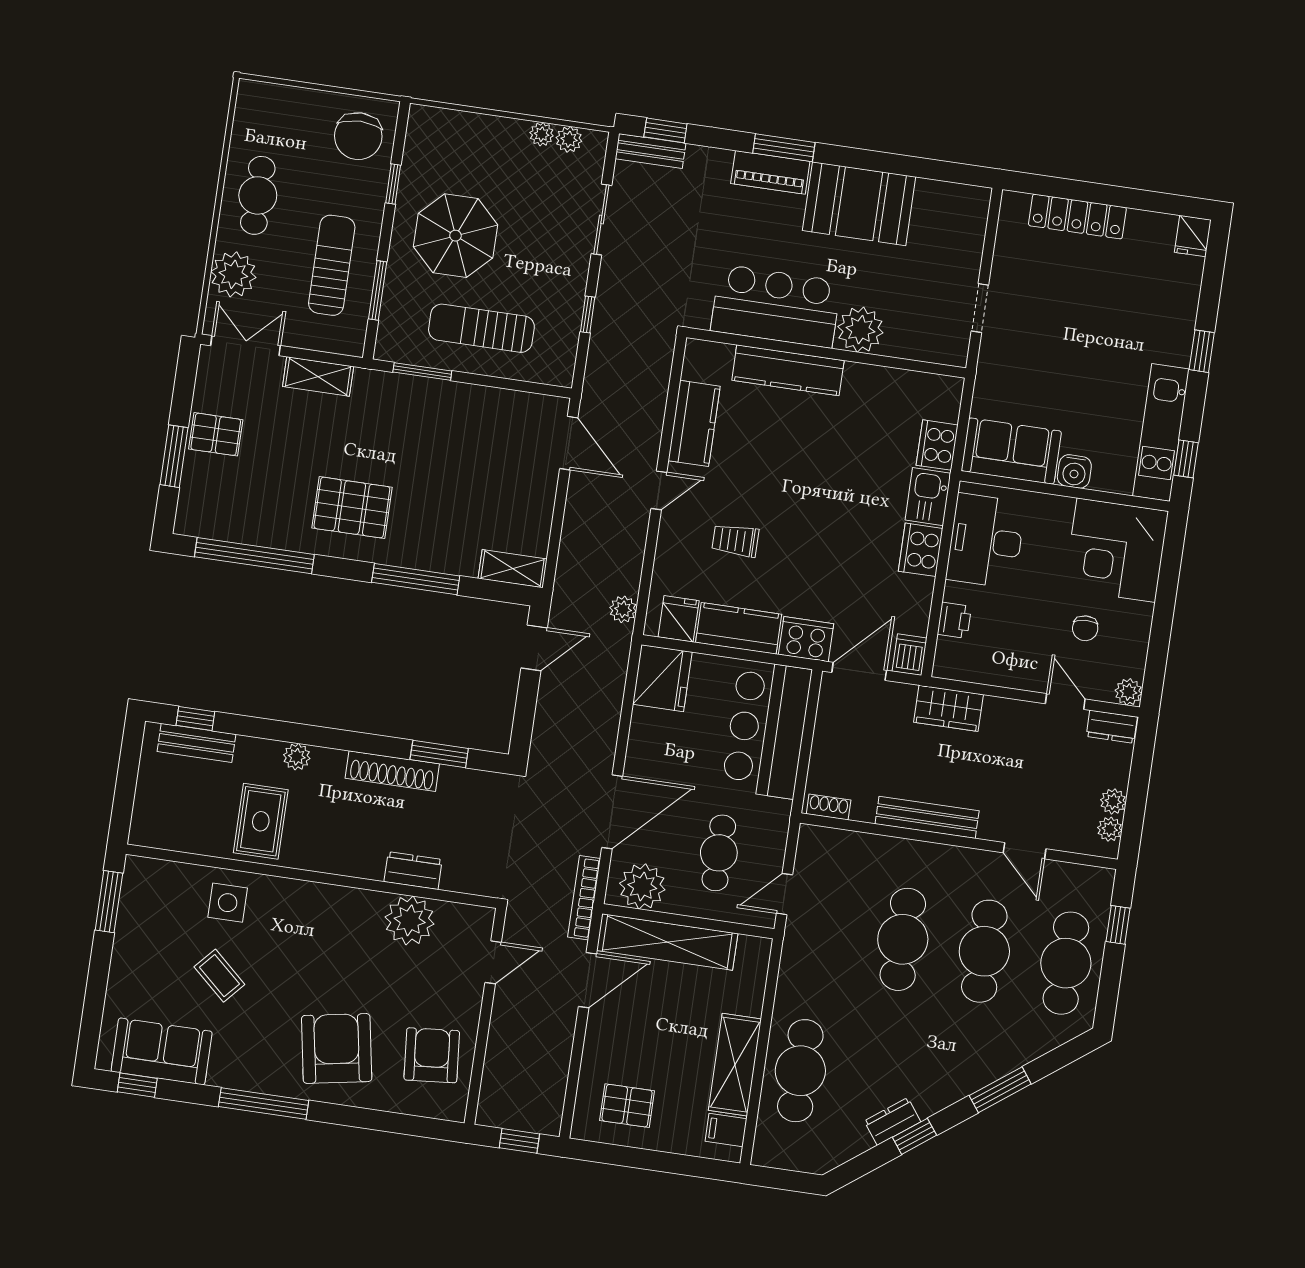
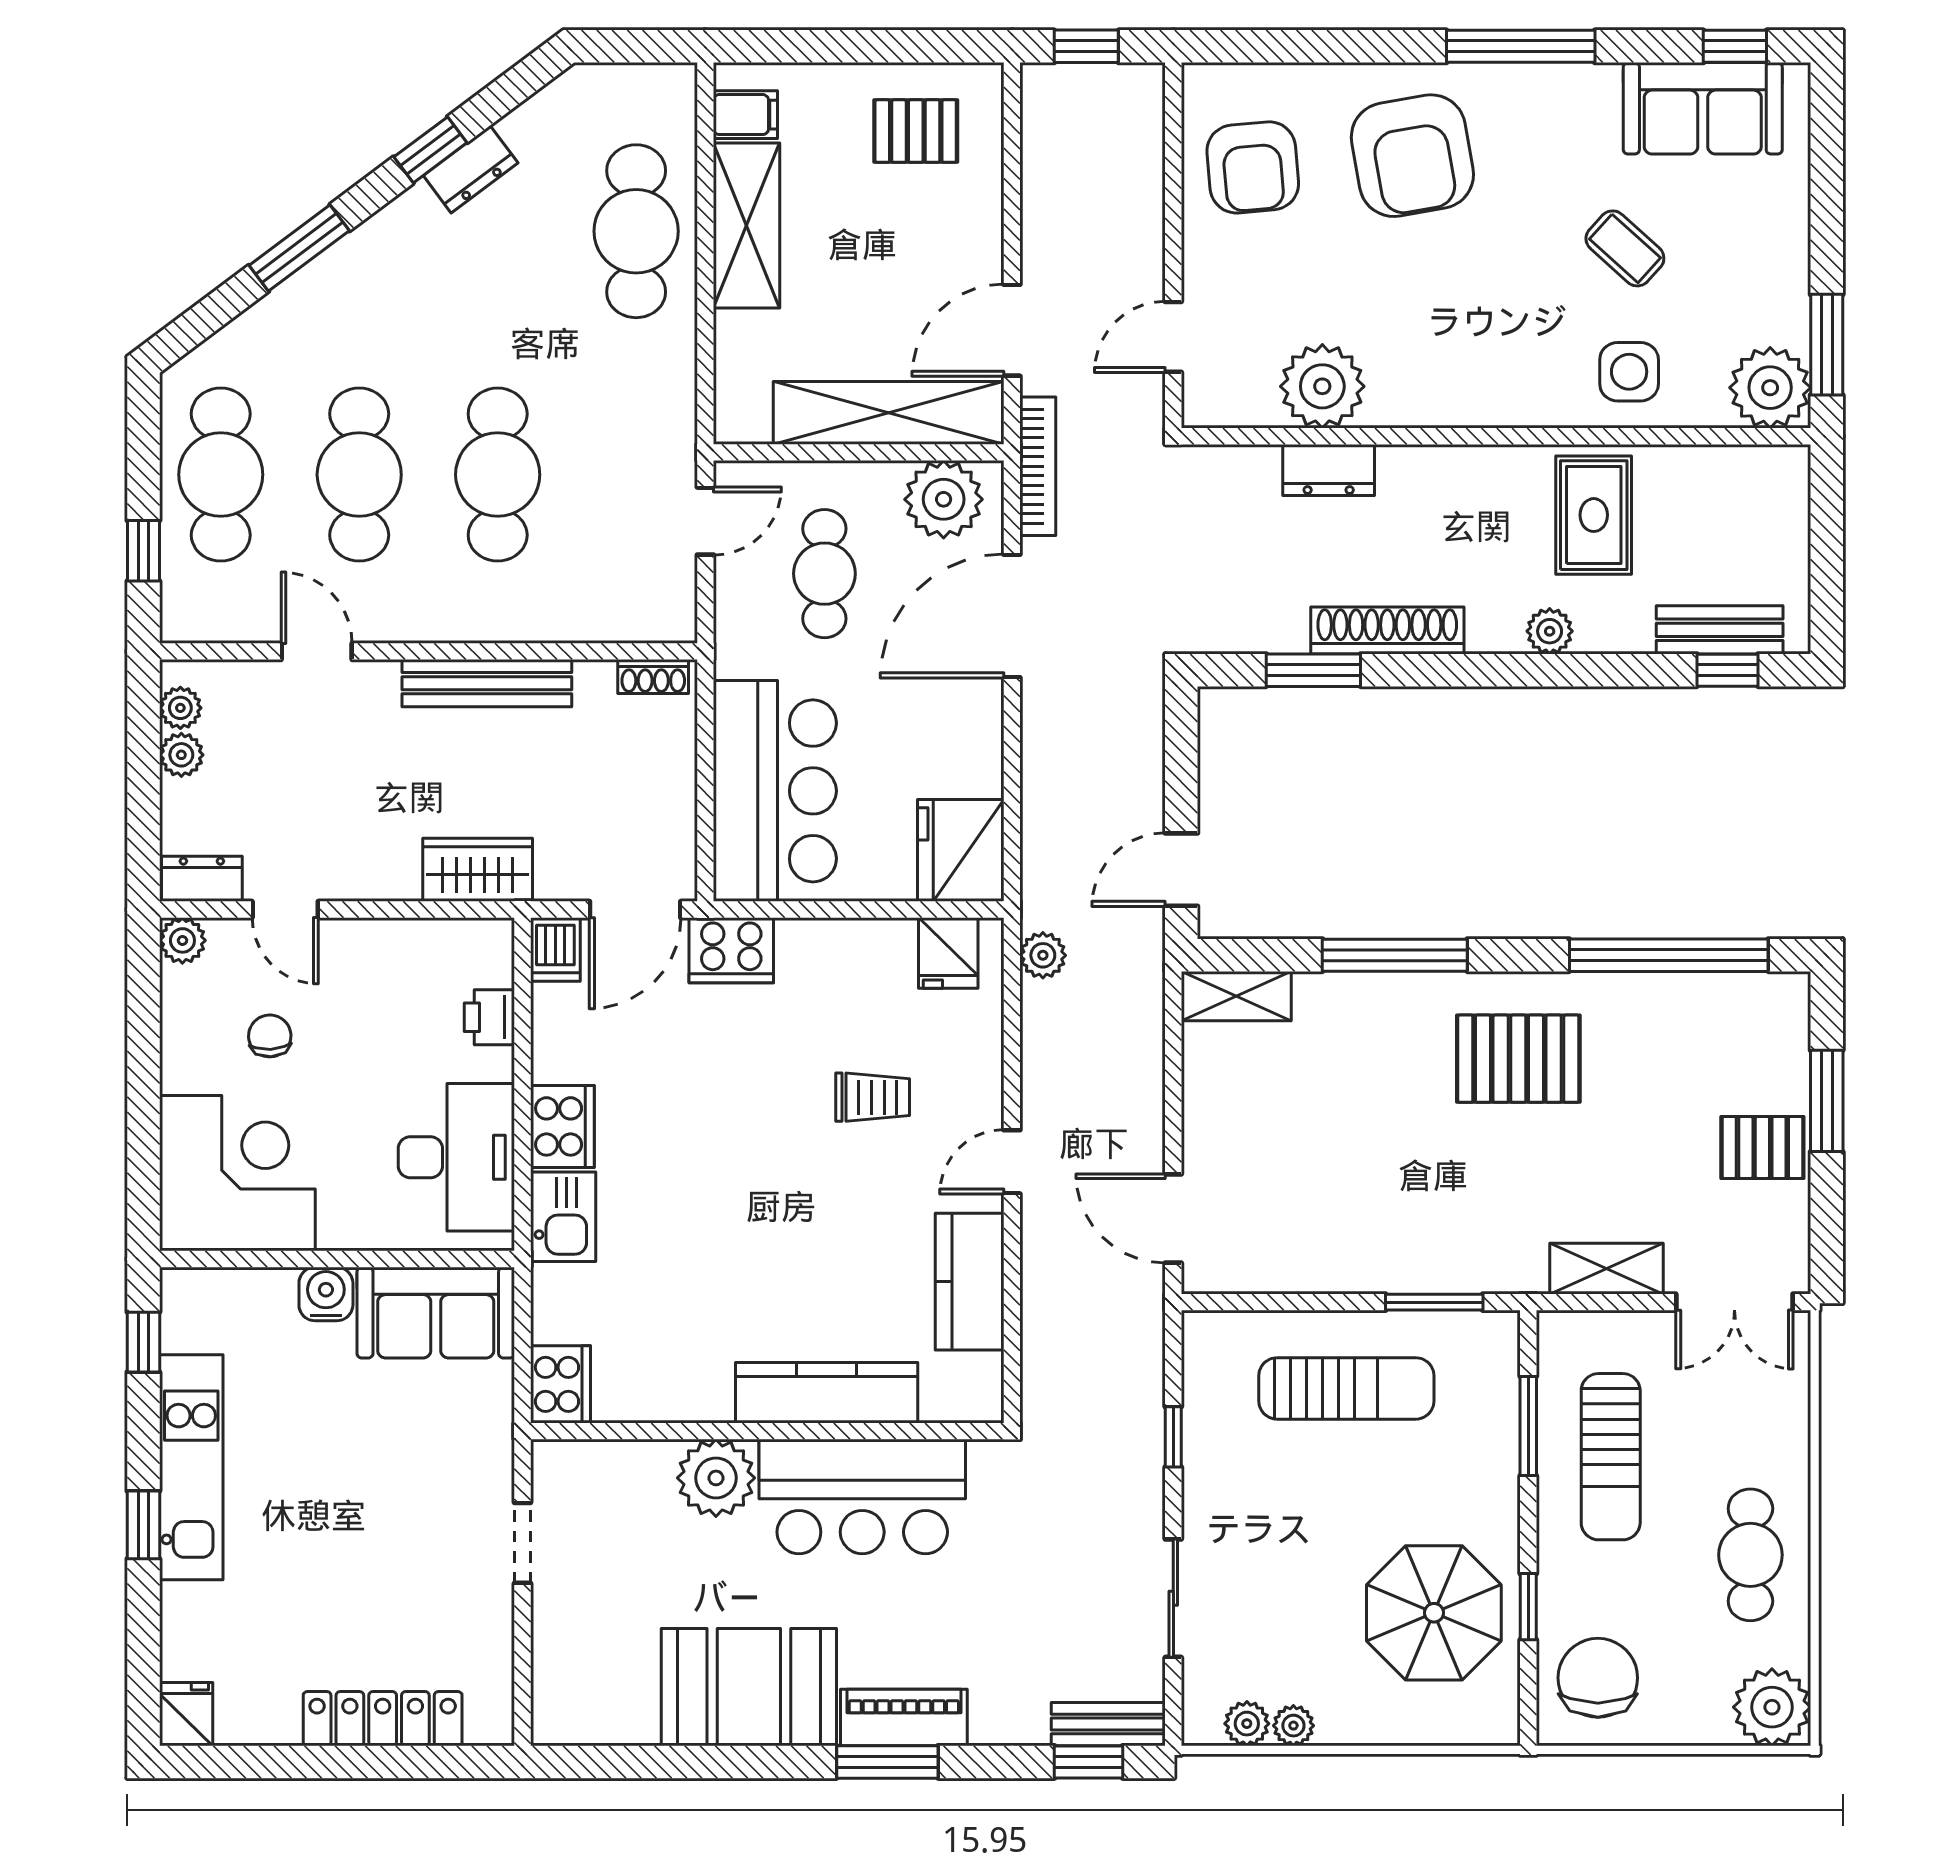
parasol: (455, 236) -> (1434, 1613), moved
plant: (233, 274) -> (1772, 1707), moved
kitchen unit: (1161, 433) -> (191, 1467), moved
cooker: (937, 445) -> (561, 1384), moved
kitchen counter: (739, 628) -> (846, 952), removed
plant: (146, 881) -> (1770, 388), added

